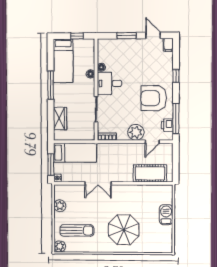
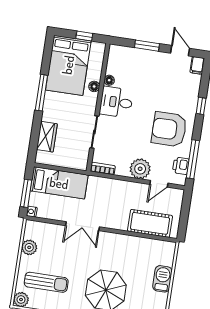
bed: (63, 61) -> (68, 65), width x1.50

